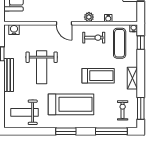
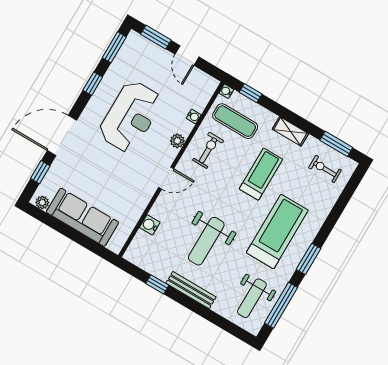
water cooler: (14, 30) -> (150, 225), moved
weight bench: (42, 67) -> (206, 241), turned 90
window: (111, 131) -> (281, 305), moved

